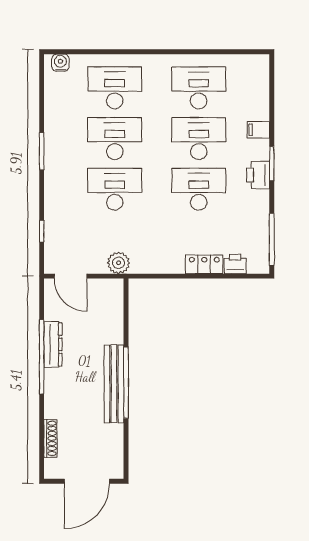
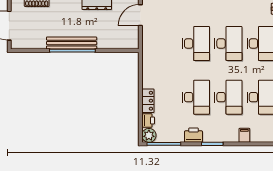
filing cabinet: (258, 130) -> (244, 135), moved
printer: (258, 175) -> (193, 135), moved
plant: (119, 263) -> (149, 135), moved

